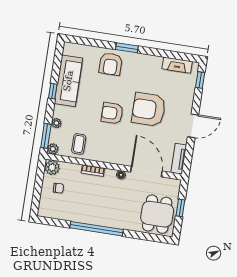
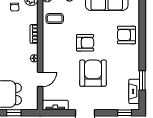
window: (127, 48) -> (142, 80), moved
armchair: (112, 113) -> (85, 43), turned 90
door: (146, 172) -> (40, 79), width x0.53

